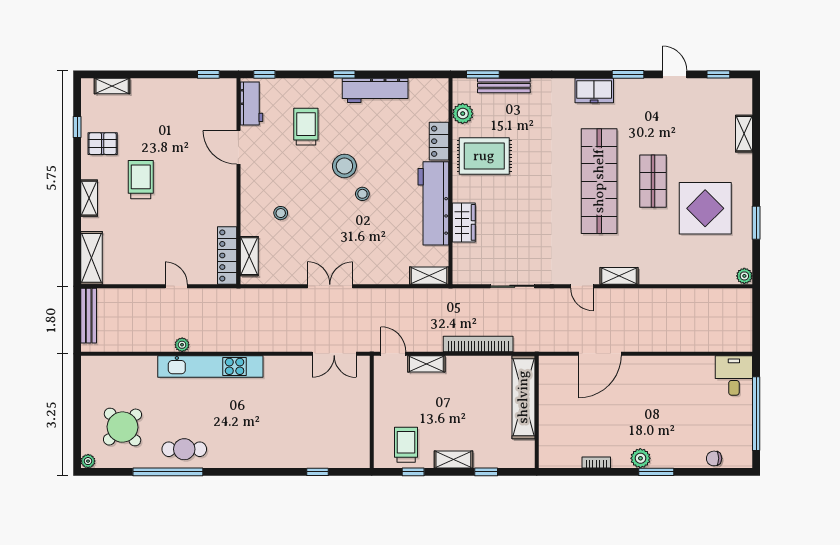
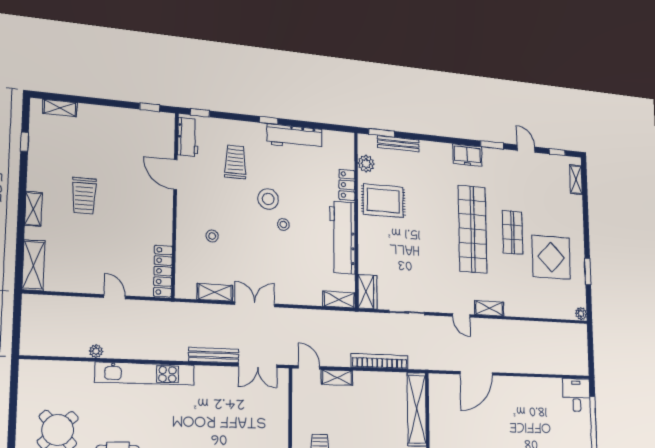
shelving: (744, 134) -> (576, 179), moved
pallet: (103, 144) -> (49, 159), removed
trolley: (141, 180) -> (84, 196), turned 180
wardrobe: (464, 222) -> (367, 292), moved
shelving: (249, 256) -> (215, 292), moved, turned 90
bench: (89, 316) -> (214, 355), moved, turned 90
plant: (182, 345) -> (96, 351), moved

